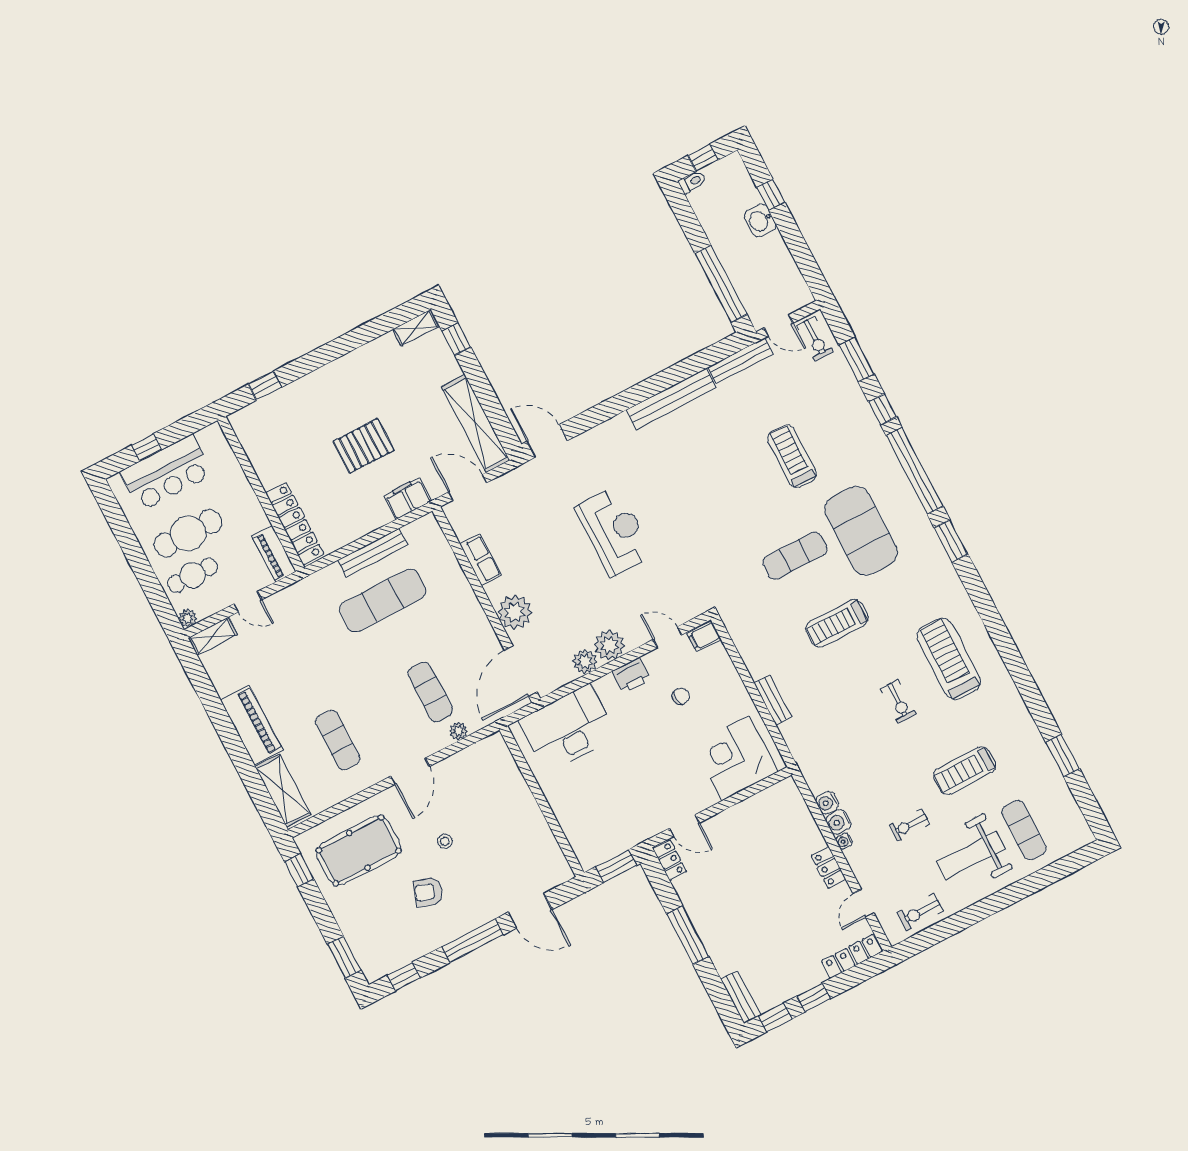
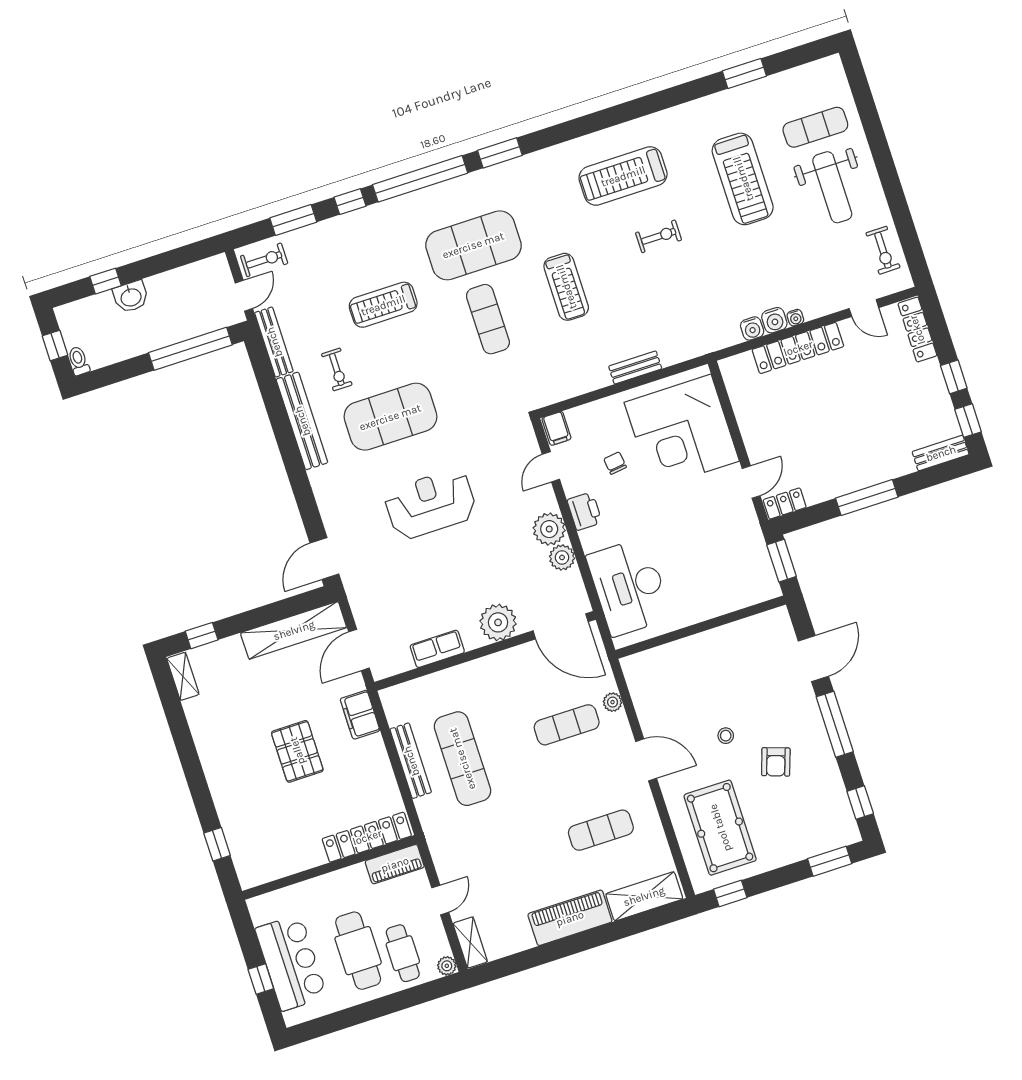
exercise mat: (689, 480) -> (390, 417), added
corner desk: (736, 758) -> (682, 432), width x1.36, depth x1.36
treadmill: (965, 771) -> (743, 179), width x1.37, depth x1.38
exercise bike: (910, 825) -> (337, 369), moved
locker: (829, 868) -> (798, 348), width x2.16, depth x1.21

